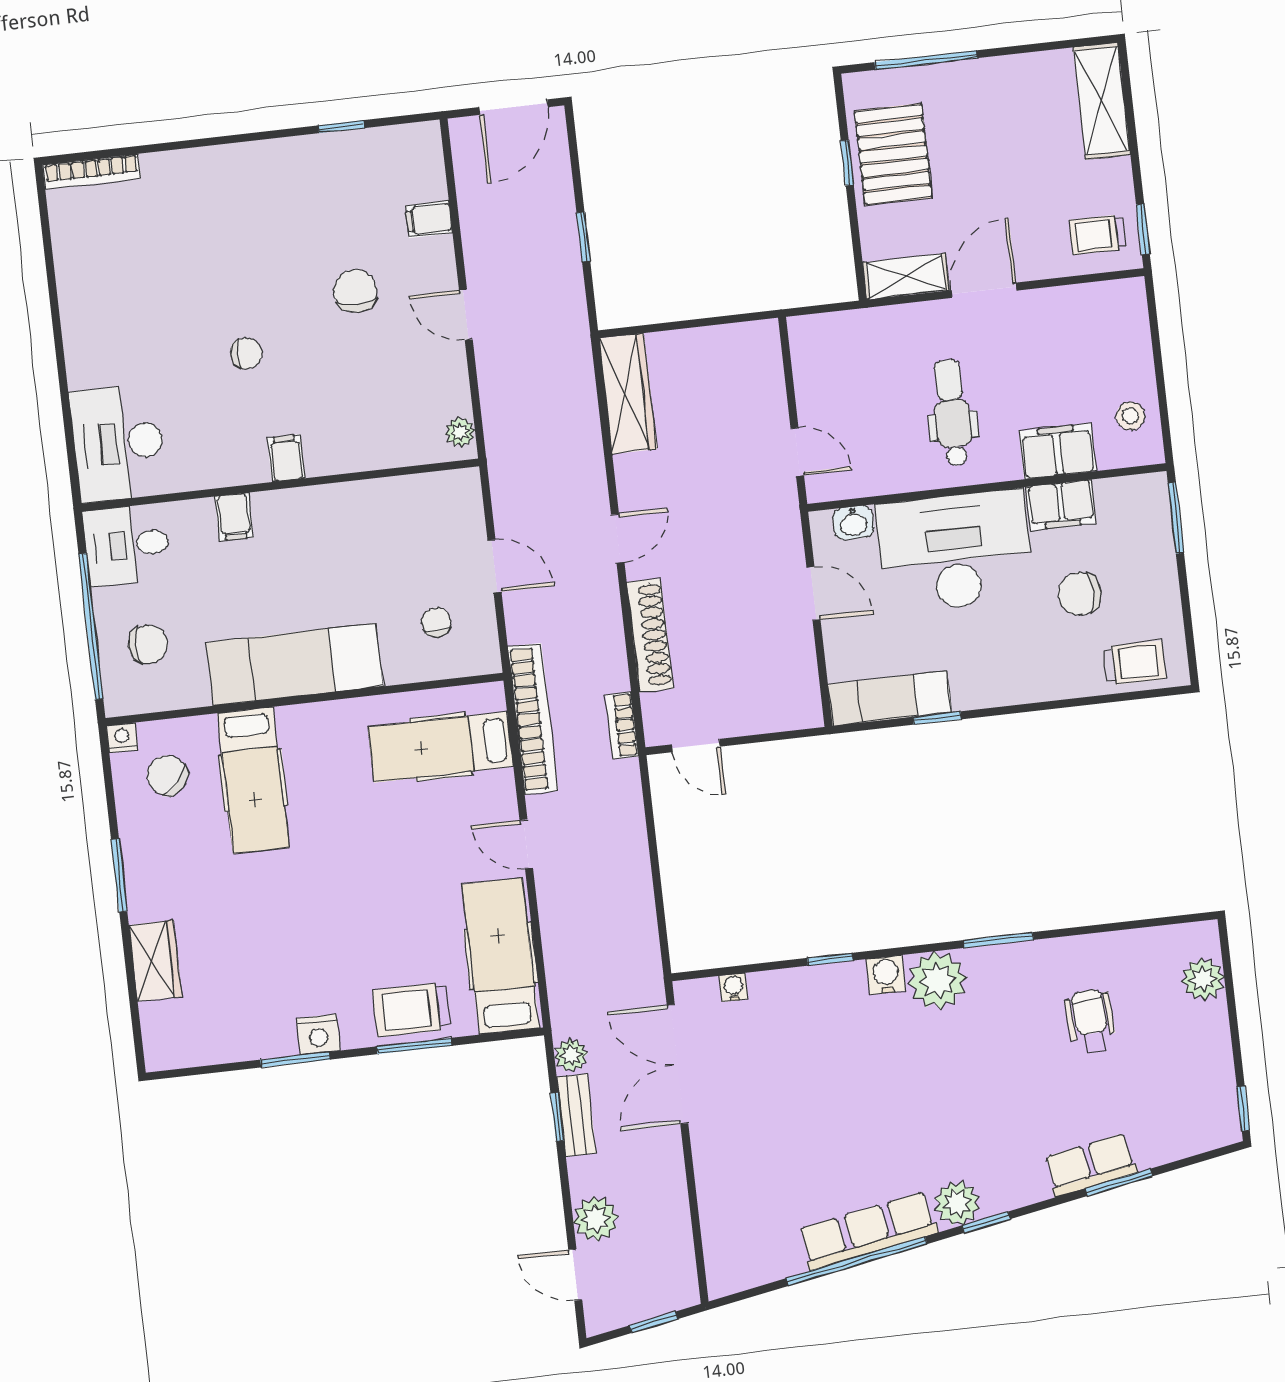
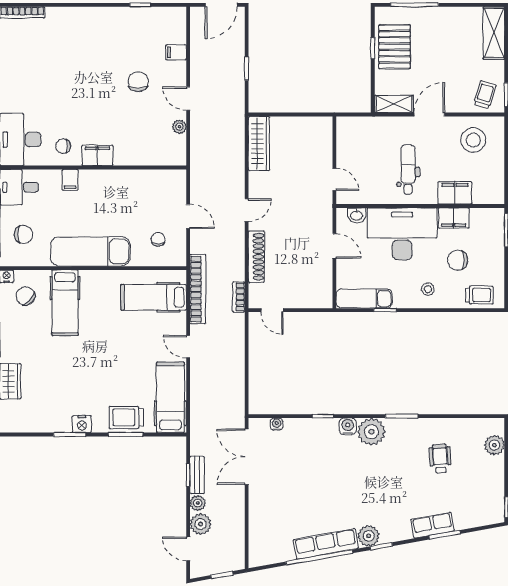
trolley: (1098, 235) -> (485, 95), turned 107
chair: (246, 353) -> (63, 146), moved, turned 180
stool: (1130, 416) -> (473, 140), moved, width x1.89, depth x1.89
plant: (460, 432) -> (179, 127), moved
filing cabinet: (286, 458) -> (97, 155), width x2.00
stool: (1023, 663) -> (428, 289), added
plant: (571, 1055) -> (198, 503), moved

